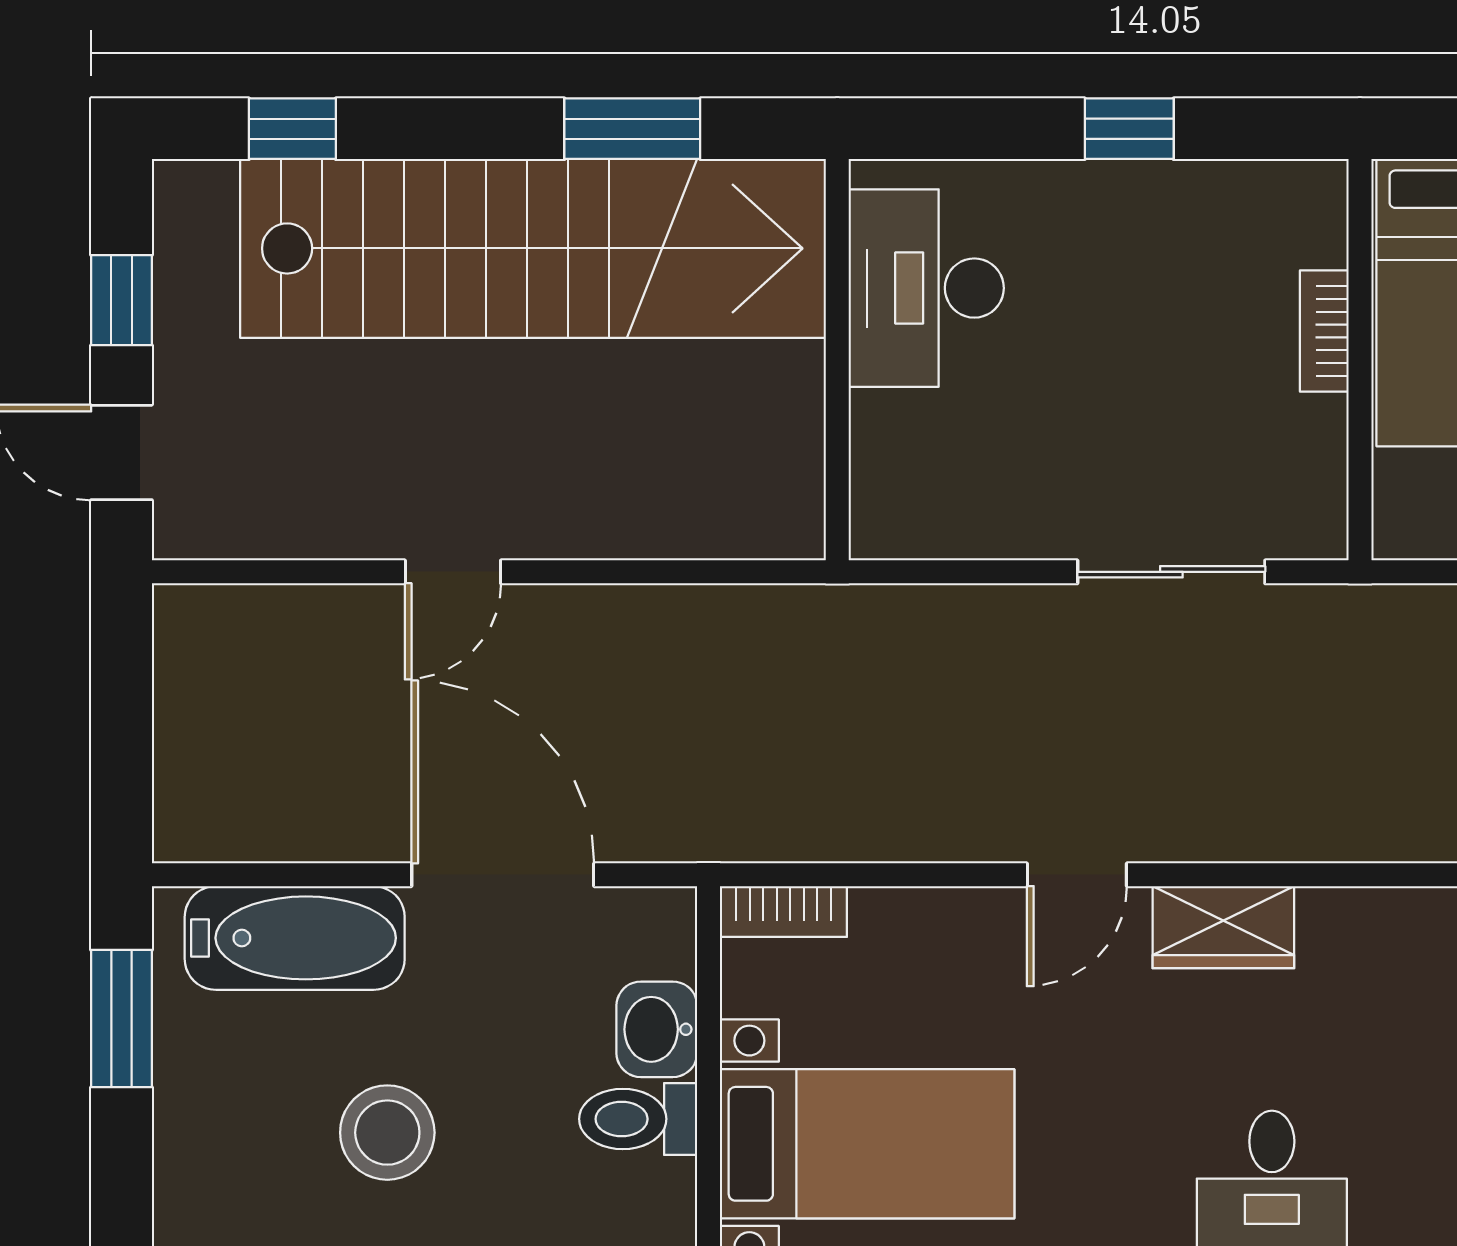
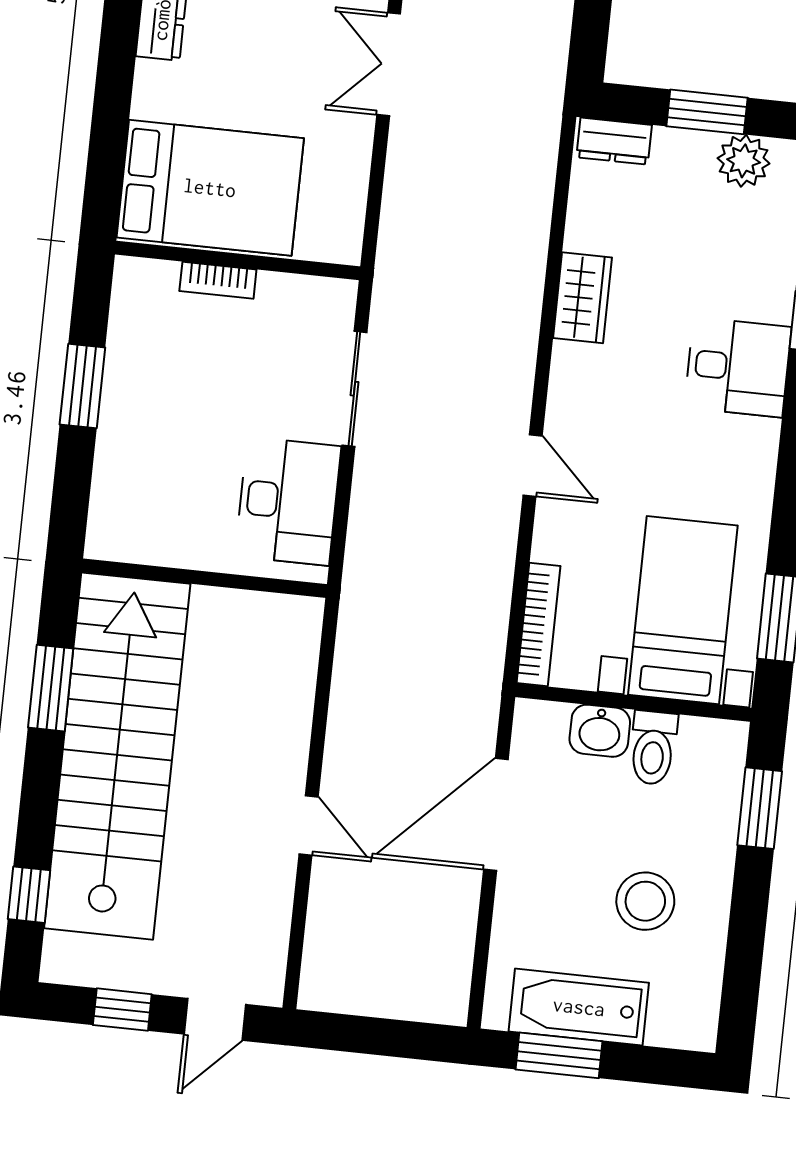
window: (1129, 129) -> (82, 386), width x1.50
desk: (926, 288) -> (288, 501), moved, turned -90
bookcase: (783, 912) -> (539, 625), width x1.56
wardrobe: (1223, 927) -> (582, 298), moved
bathtub: (295, 938) -> (579, 1007), moved, turned -90

